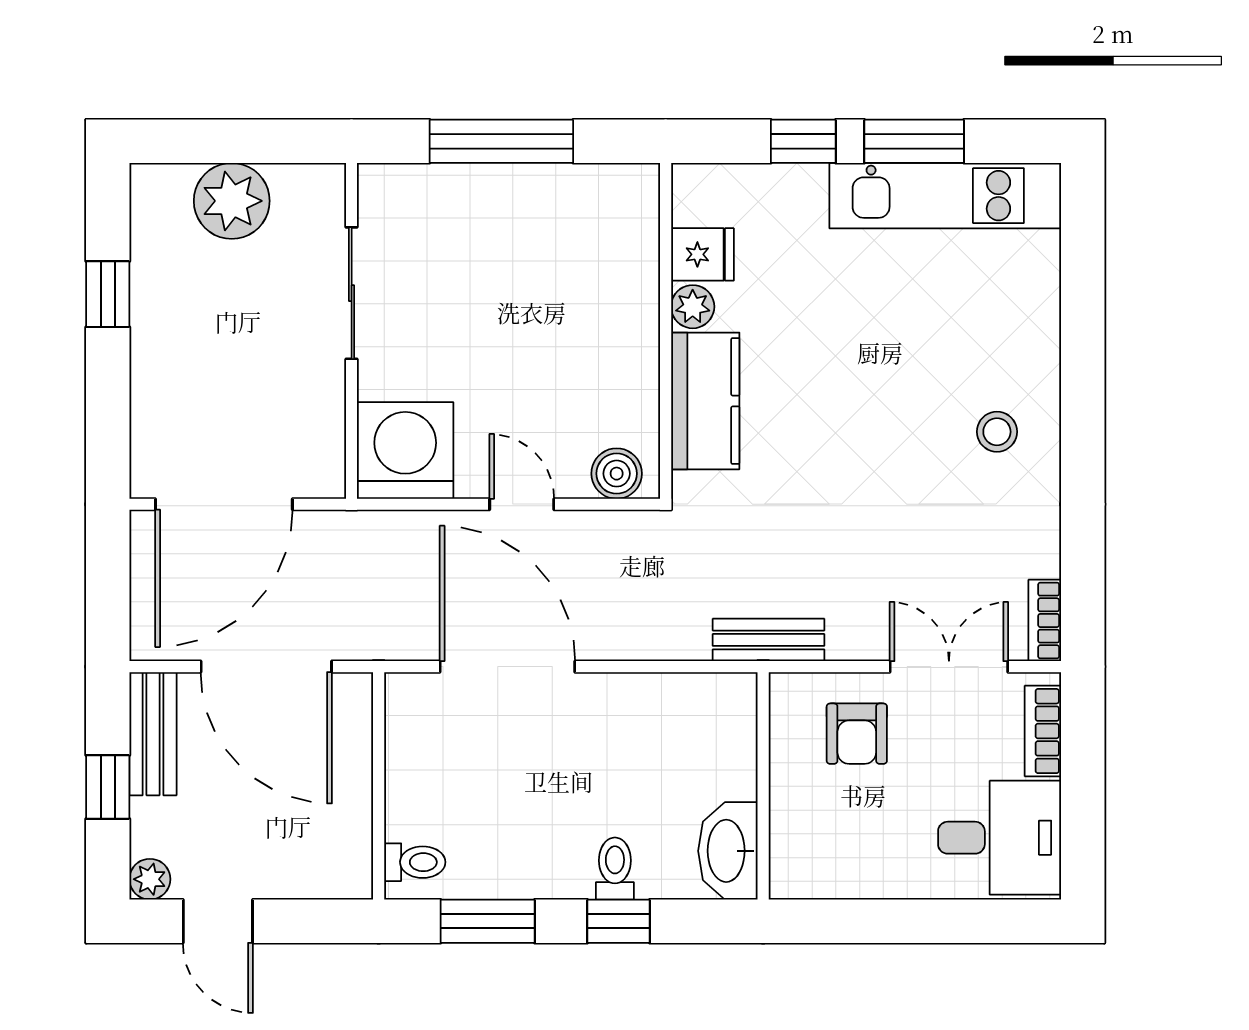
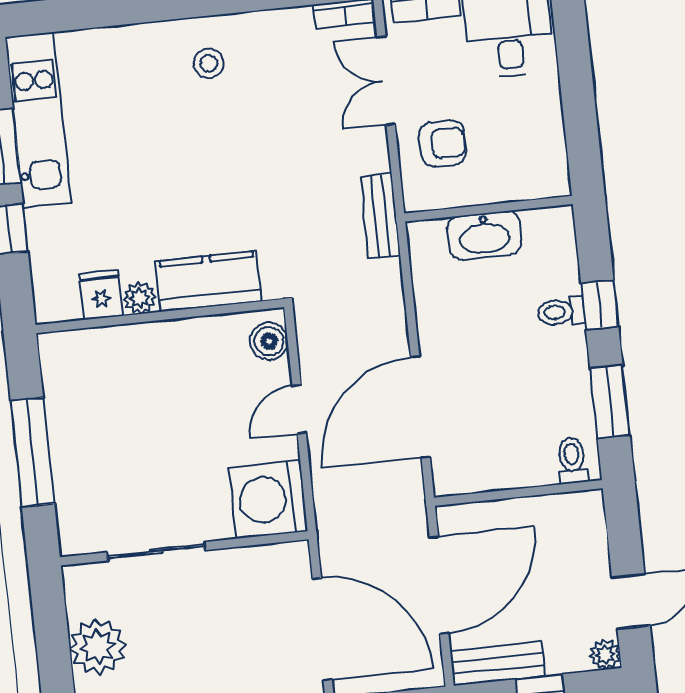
washbasin: (728, 851) -> (484, 235), moved

